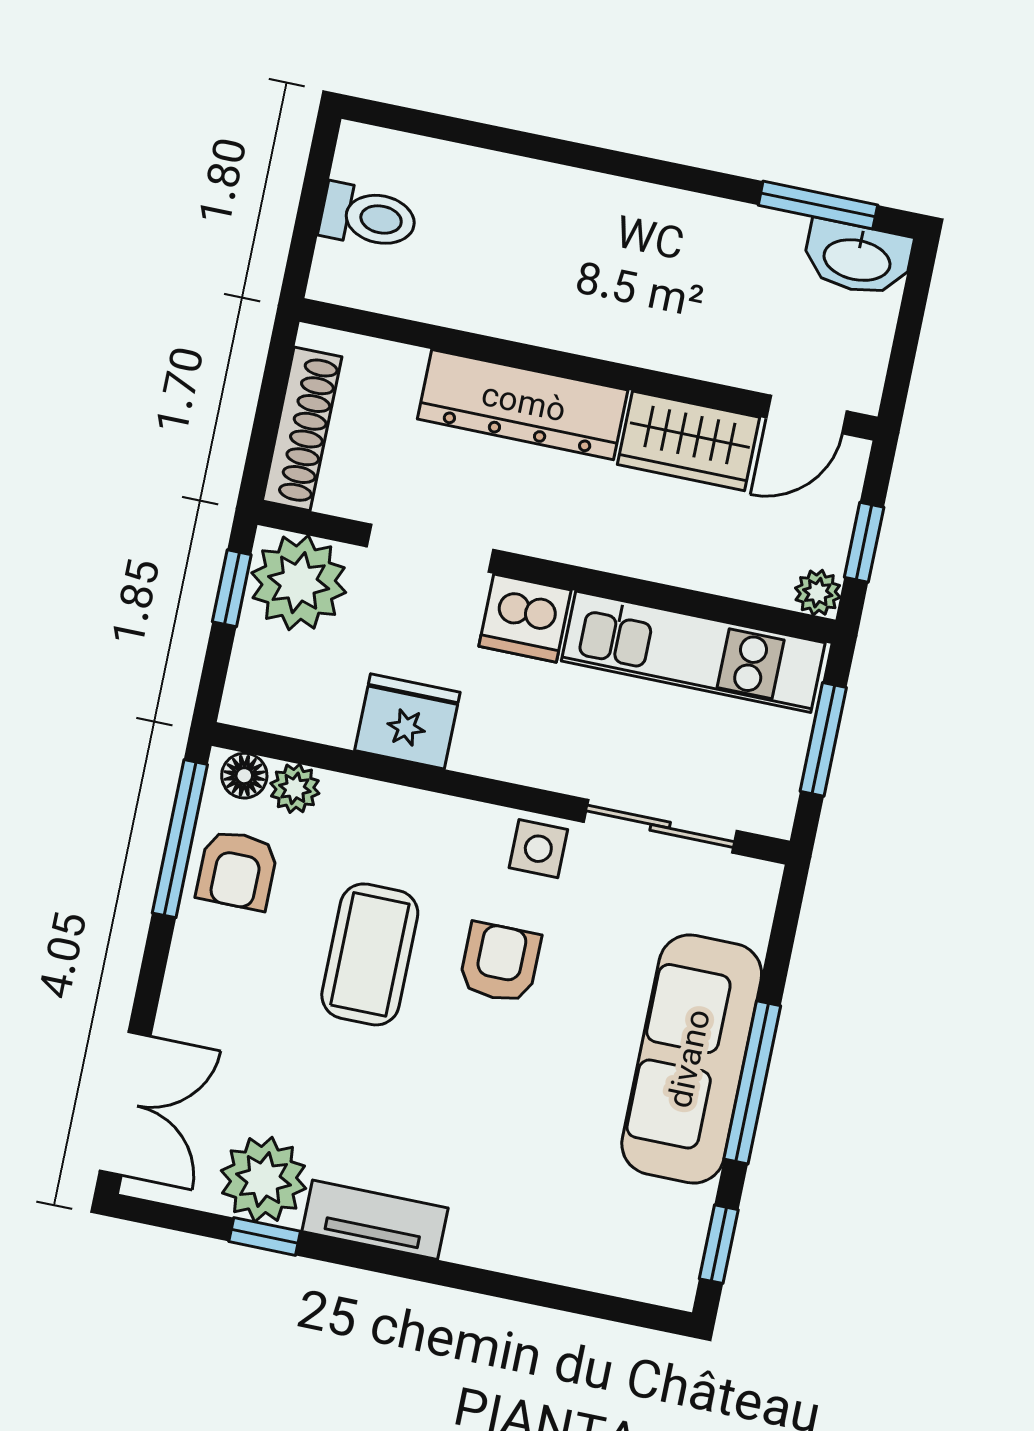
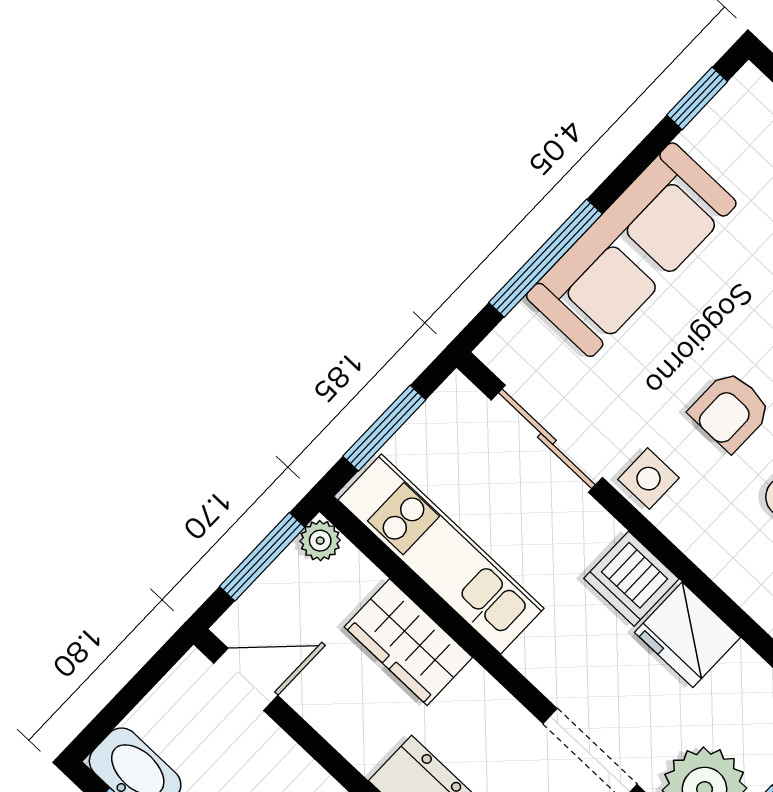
wardrobe: (689, 441) -> (408, 642), moved, turned 180
window: (864, 542) -> (262, 557), width x1.50
dishwasher: (525, 618) -> (631, 579), moved, turned 180
window: (752, 1082) -> (545, 258), moved

